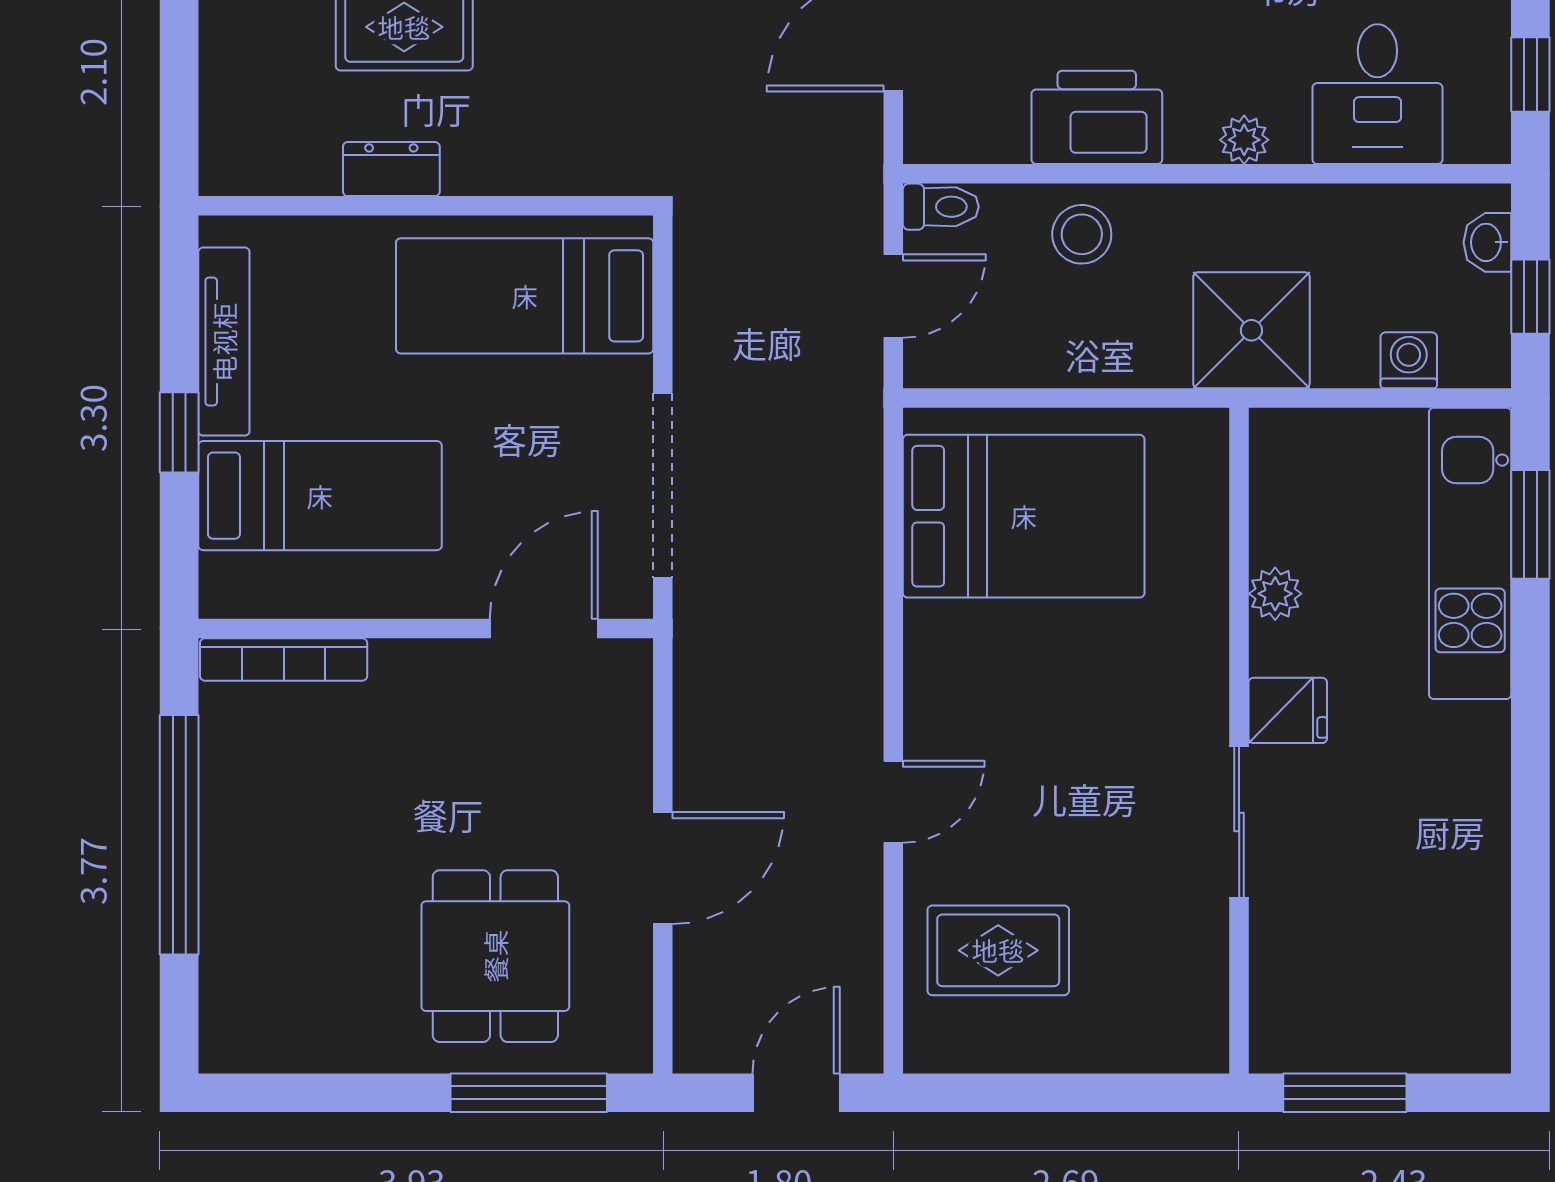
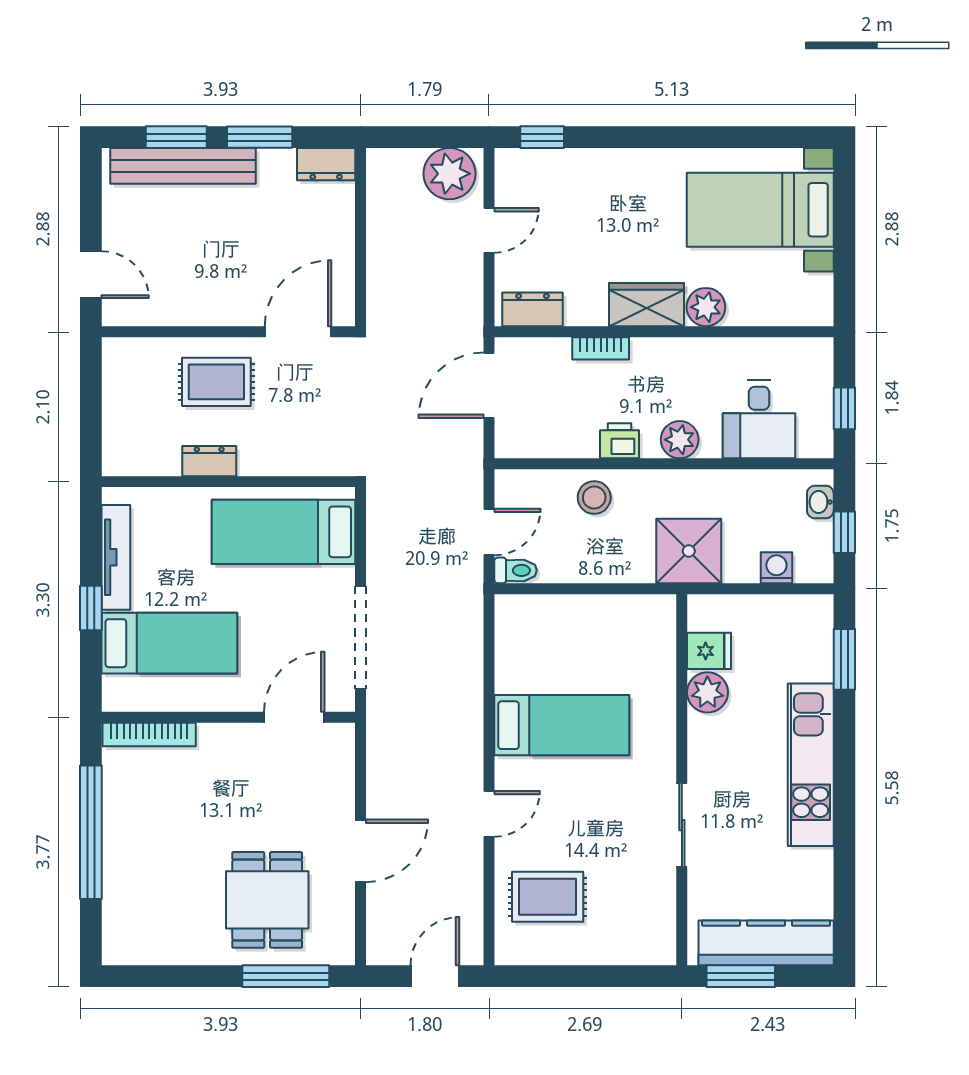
printer: (1097, 117) -> (619, 441), width x0.53, depth x0.68
plant: (1244, 140) -> (680, 440), width x1.38, depth x1.38
toilet: (941, 207) -> (516, 570), moved
bed: (1024, 516) -> (562, 725), moved, width x0.67
kitchen unit: (1470, 553) -> (811, 765), moved
plant: (1275, 594) -> (707, 692), width x1.38, depth x1.38
fridge: (1288, 710) -> (709, 651), moved
kitchen counter: (1390, 1033) -> (766, 943), added

